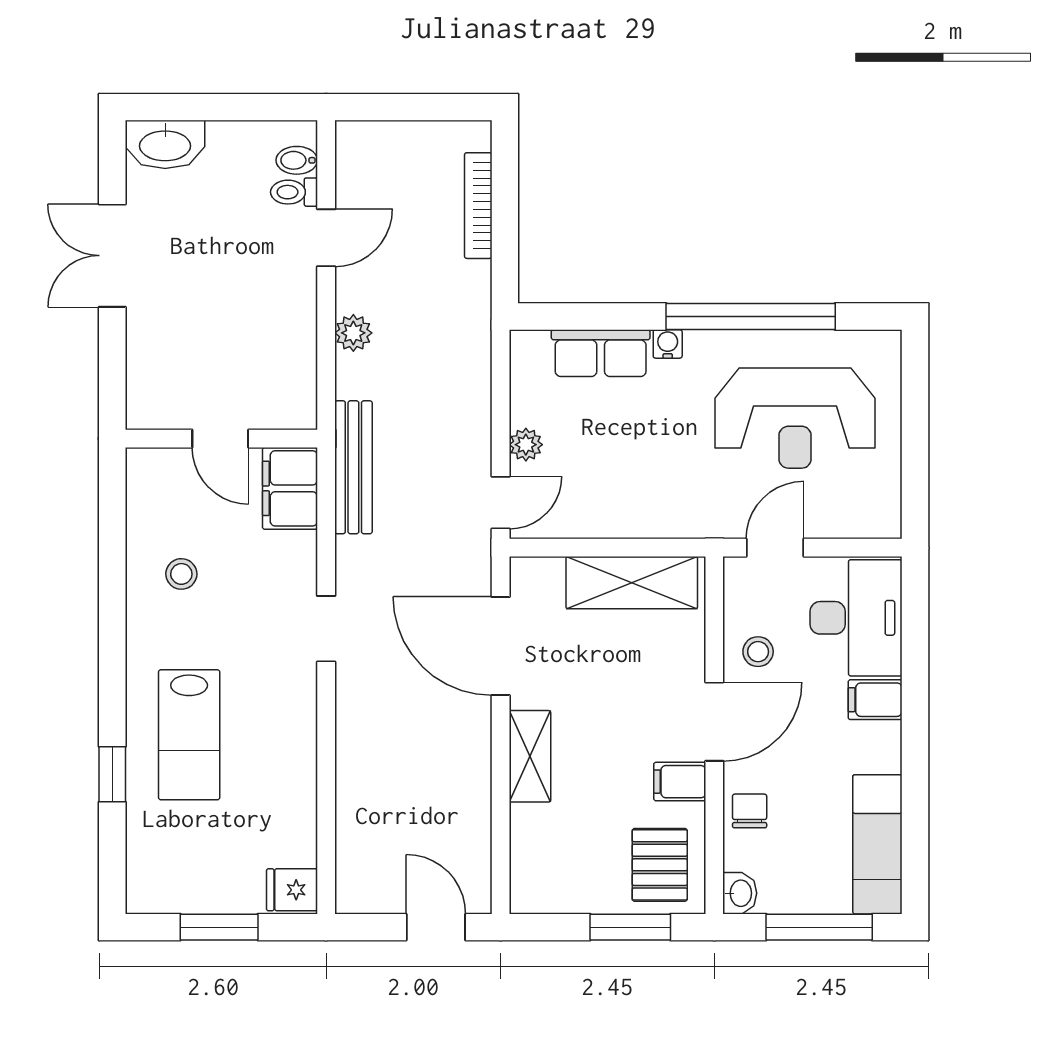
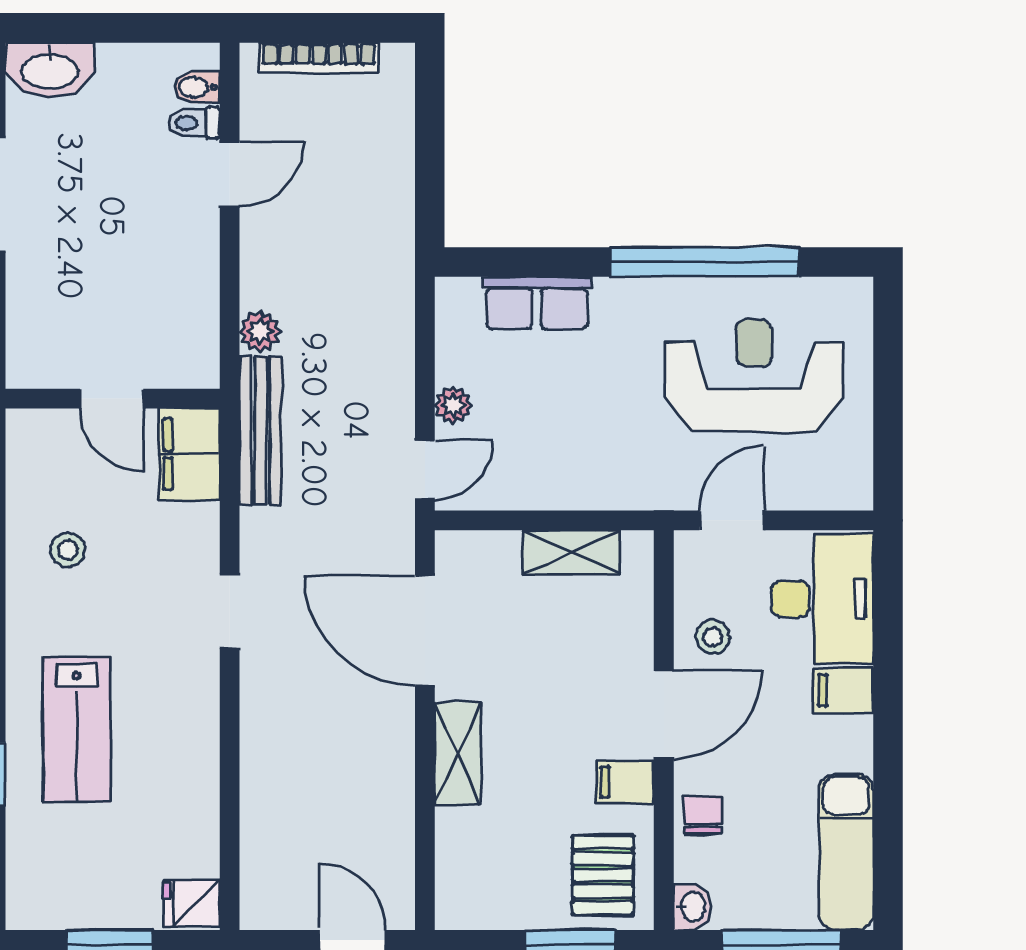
bookcase: (478, 206) -> (319, 58), moved, turned -90
plant: (353, 333) -> (260, 331), moved
water cooler: (668, 344) -> (612, 293), removed
reception desk: (795, 418) -> (754, 376), turned 180
shelving: (632, 583) -> (572, 552), width x0.67, depth x0.75

